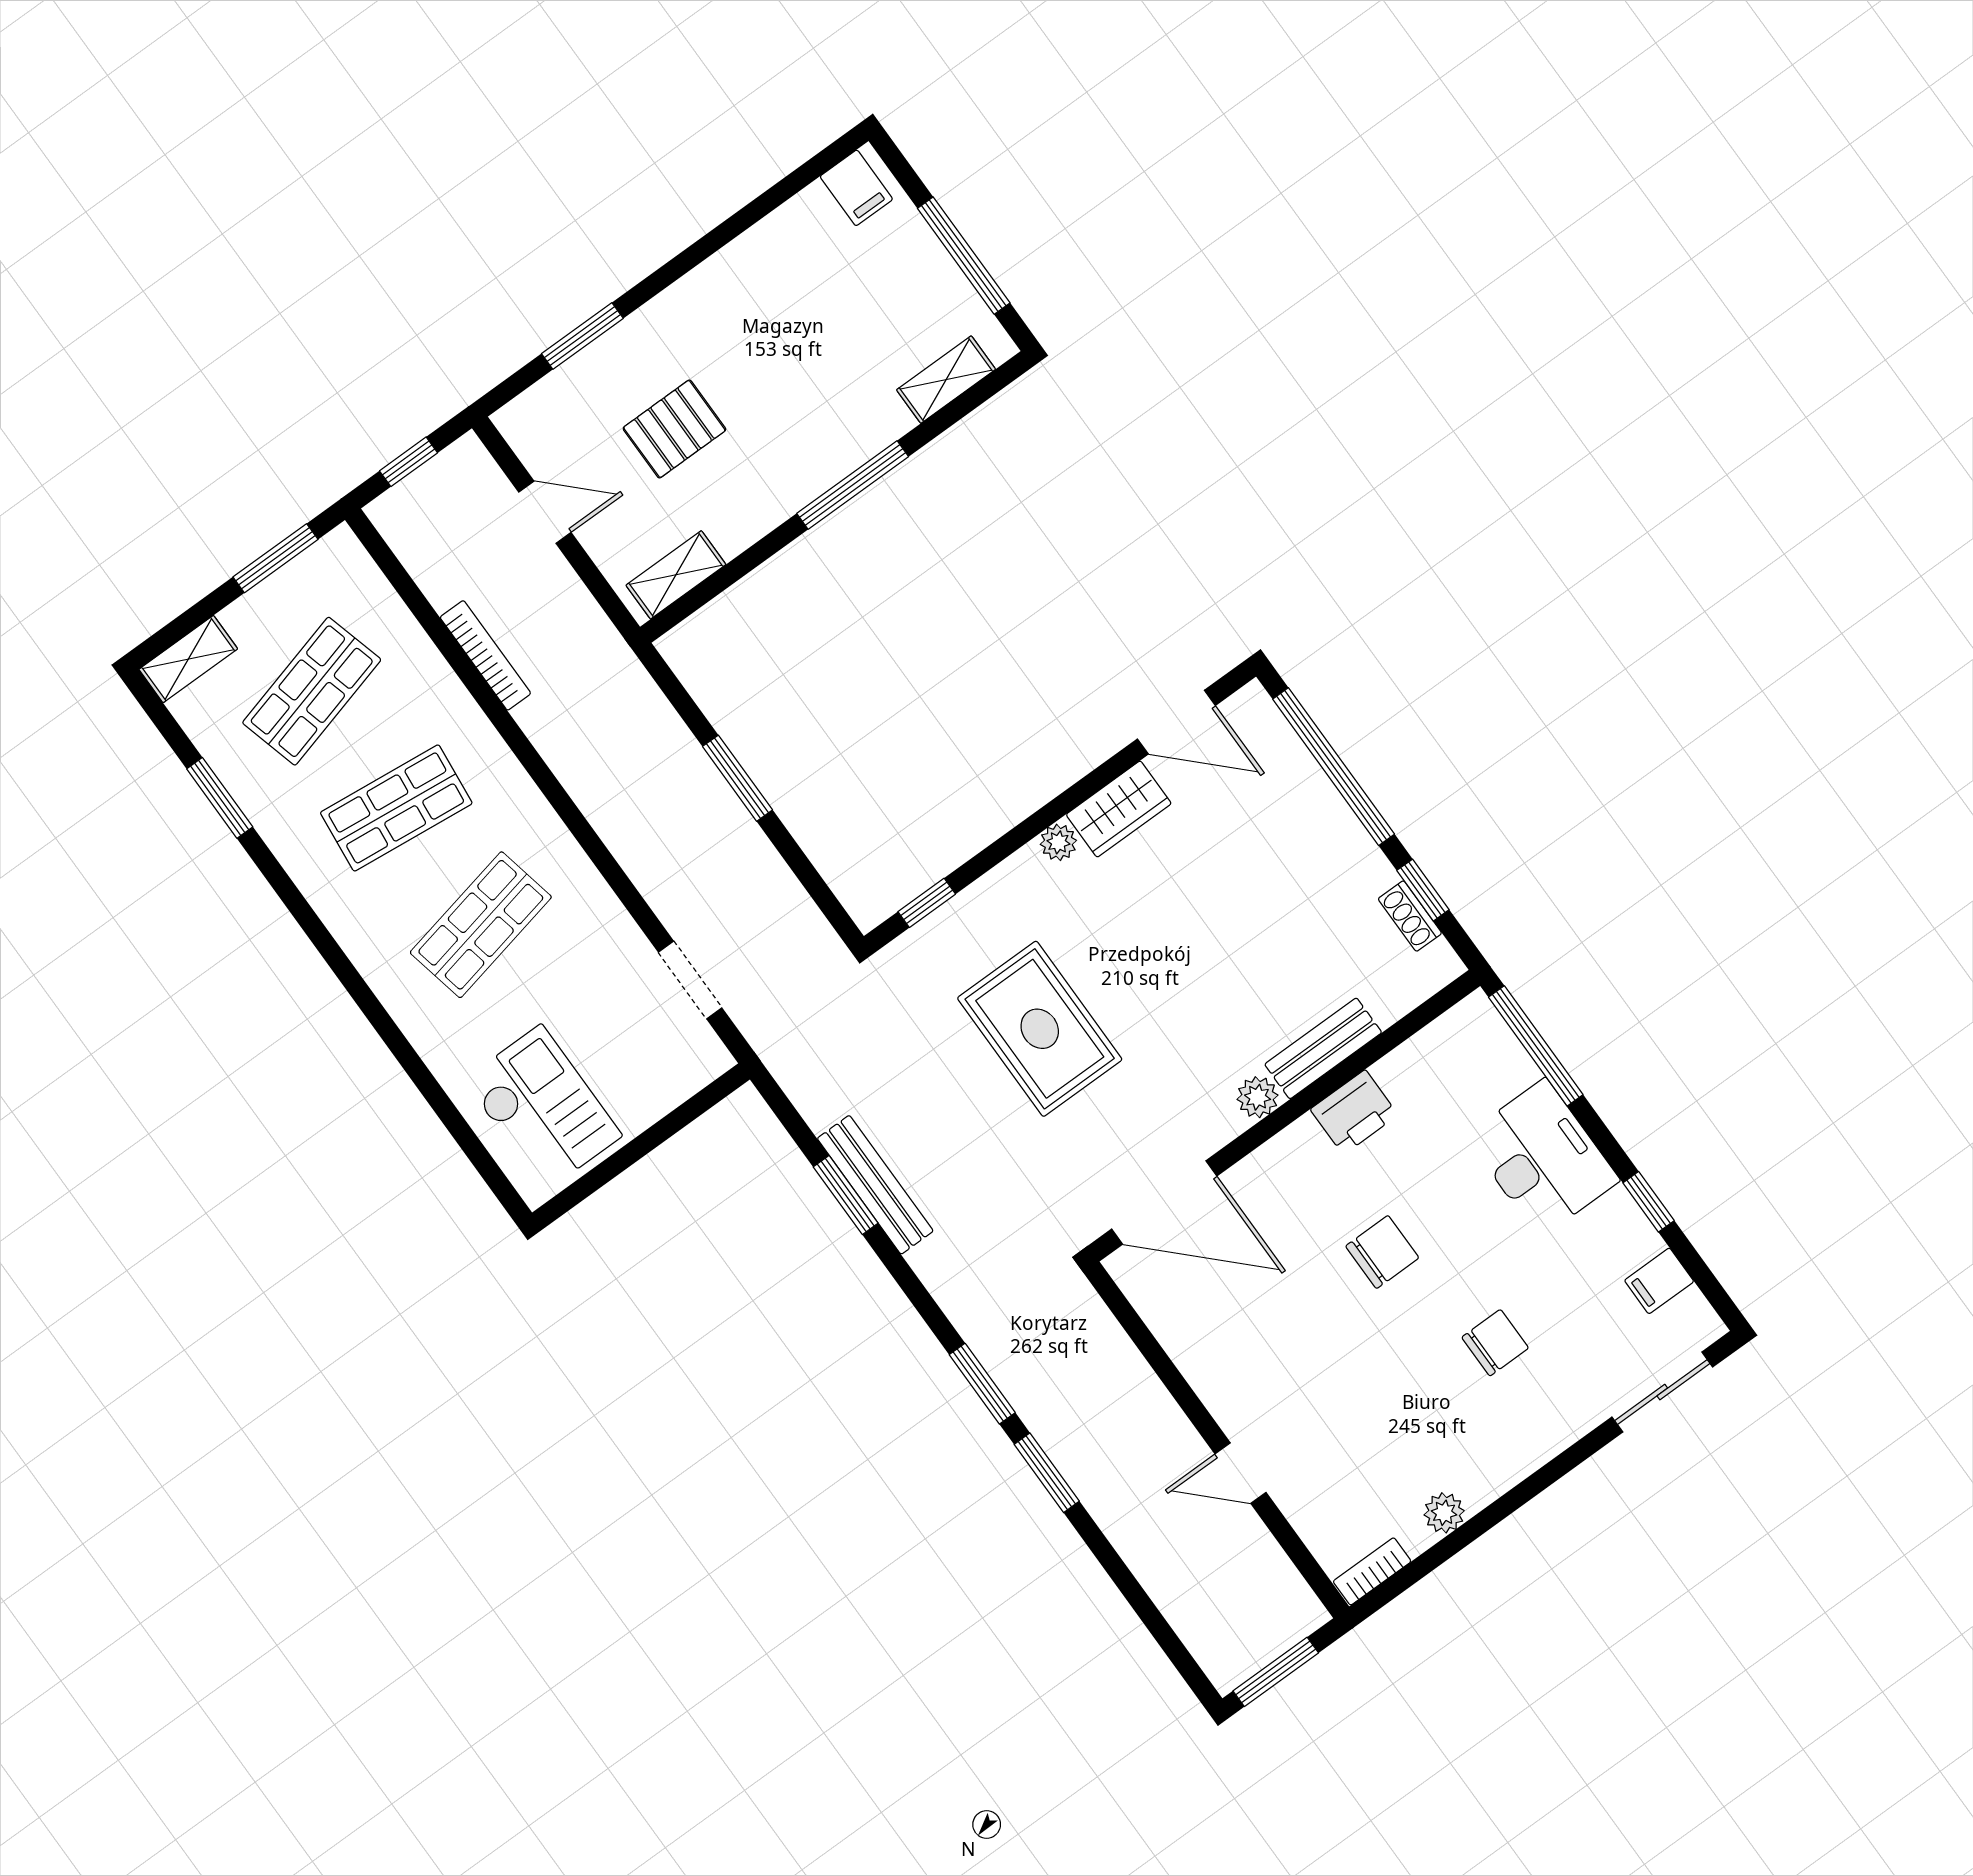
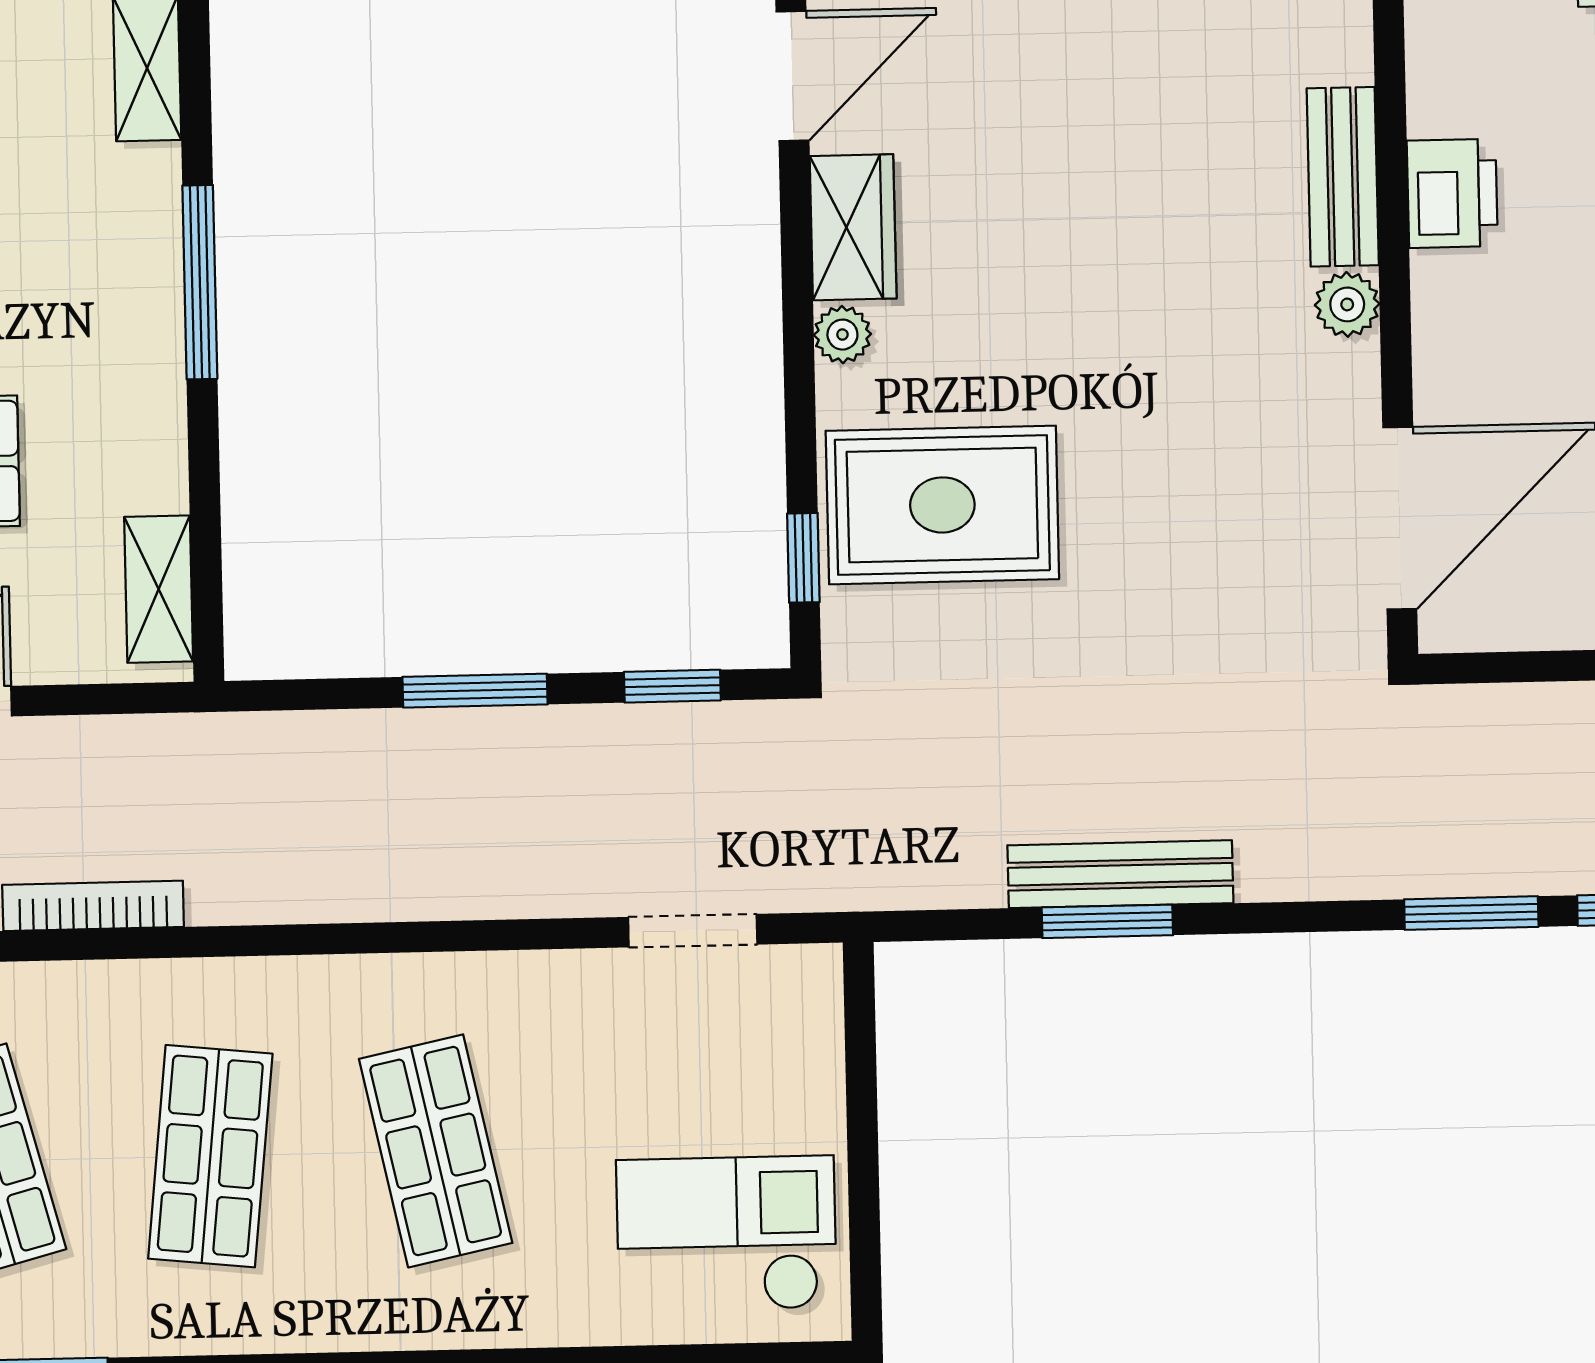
window: (812, 881) -> (672, 686), added
rug: (1040, 1029) -> (942, 505), moved

